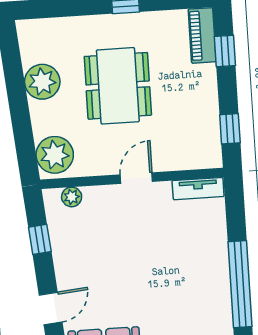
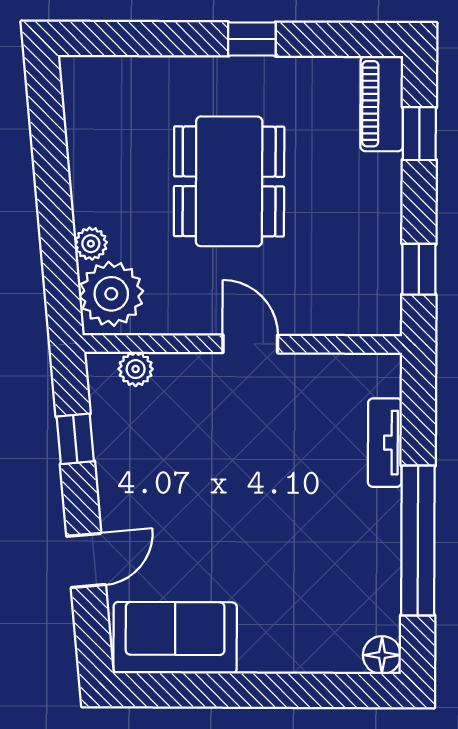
plant: (42, 82) -> (91, 244), moved, width x0.53, depth x0.53
door: (136, 178) -> (250, 344), hinge flipped
tv unit: (198, 189) -> (385, 443), moved, turned 90

